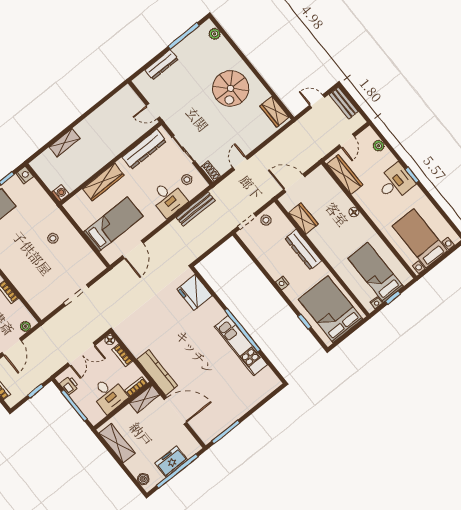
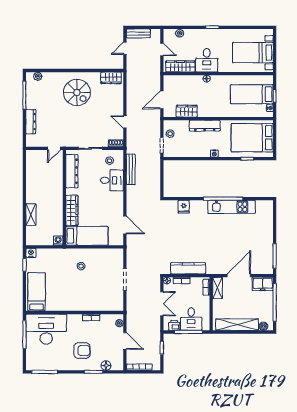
desk: (395, 182) -> (207, 60), moved, turned 180
bed: (113, 224) -> (87, 236), moved, turned 90
fridge: (195, 292) -> (184, 207), width x0.53, depth x0.75
kitchen counter: (157, 373) -> (188, 268), moved
desk: (109, 395) -> (191, 319), moved, turned 90
shelving: (117, 443) -> (237, 325), width x1.47
freezer: (171, 462) -> (263, 284), moved, turned -90

